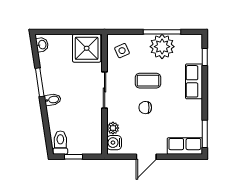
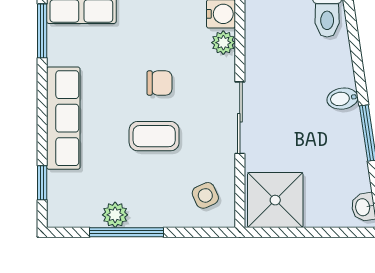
plant: (162, 47) -> (115, 215), width x0.53, depth x0.53
row of seats: (194, 81) -> (63, 118), width x1.48

